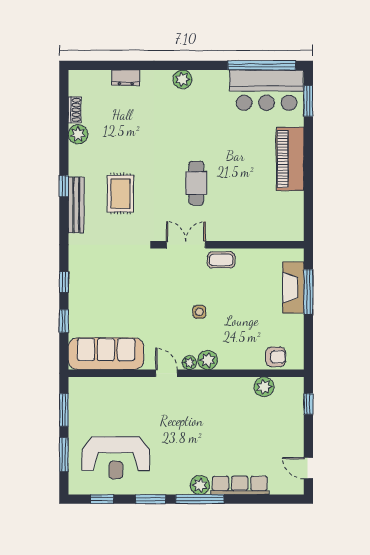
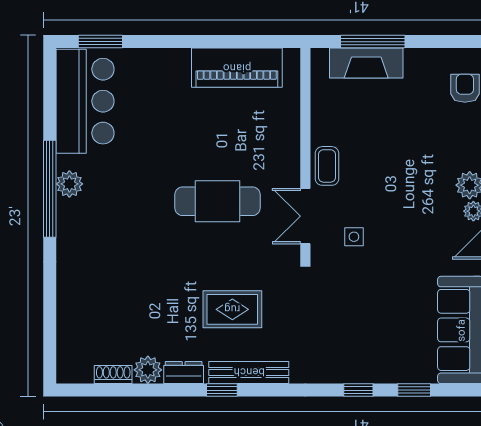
window: (262, 65) -> (50, 189), moved
dresser: (126, 78) -> (184, 373), moved, turned -90
plant: (182, 79) -> (69, 184), moved
piano: (290, 159) -> (237, 68), moved
cafe table: (196, 183) -> (218, 201), width x1.37, depth x1.35
side table: (199, 312) -> (354, 237), moved

